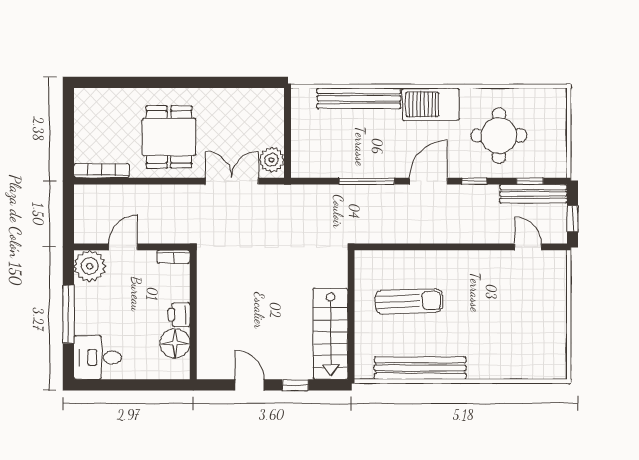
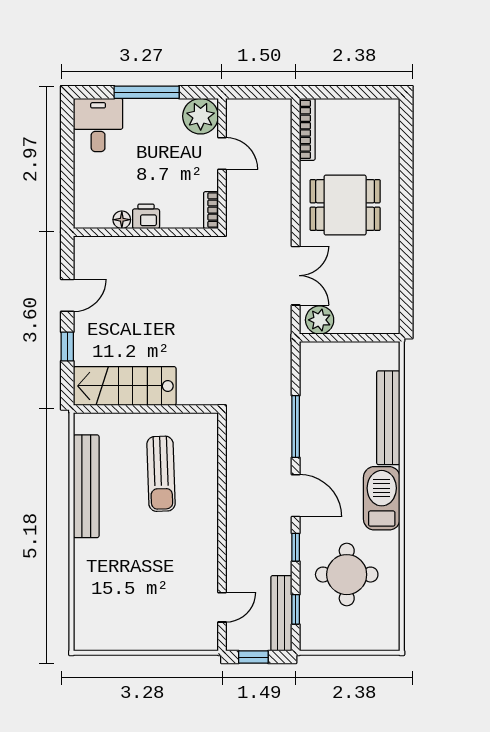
floor lamp: (175, 343) -> (122, 220), width x0.53, depth x0.53

